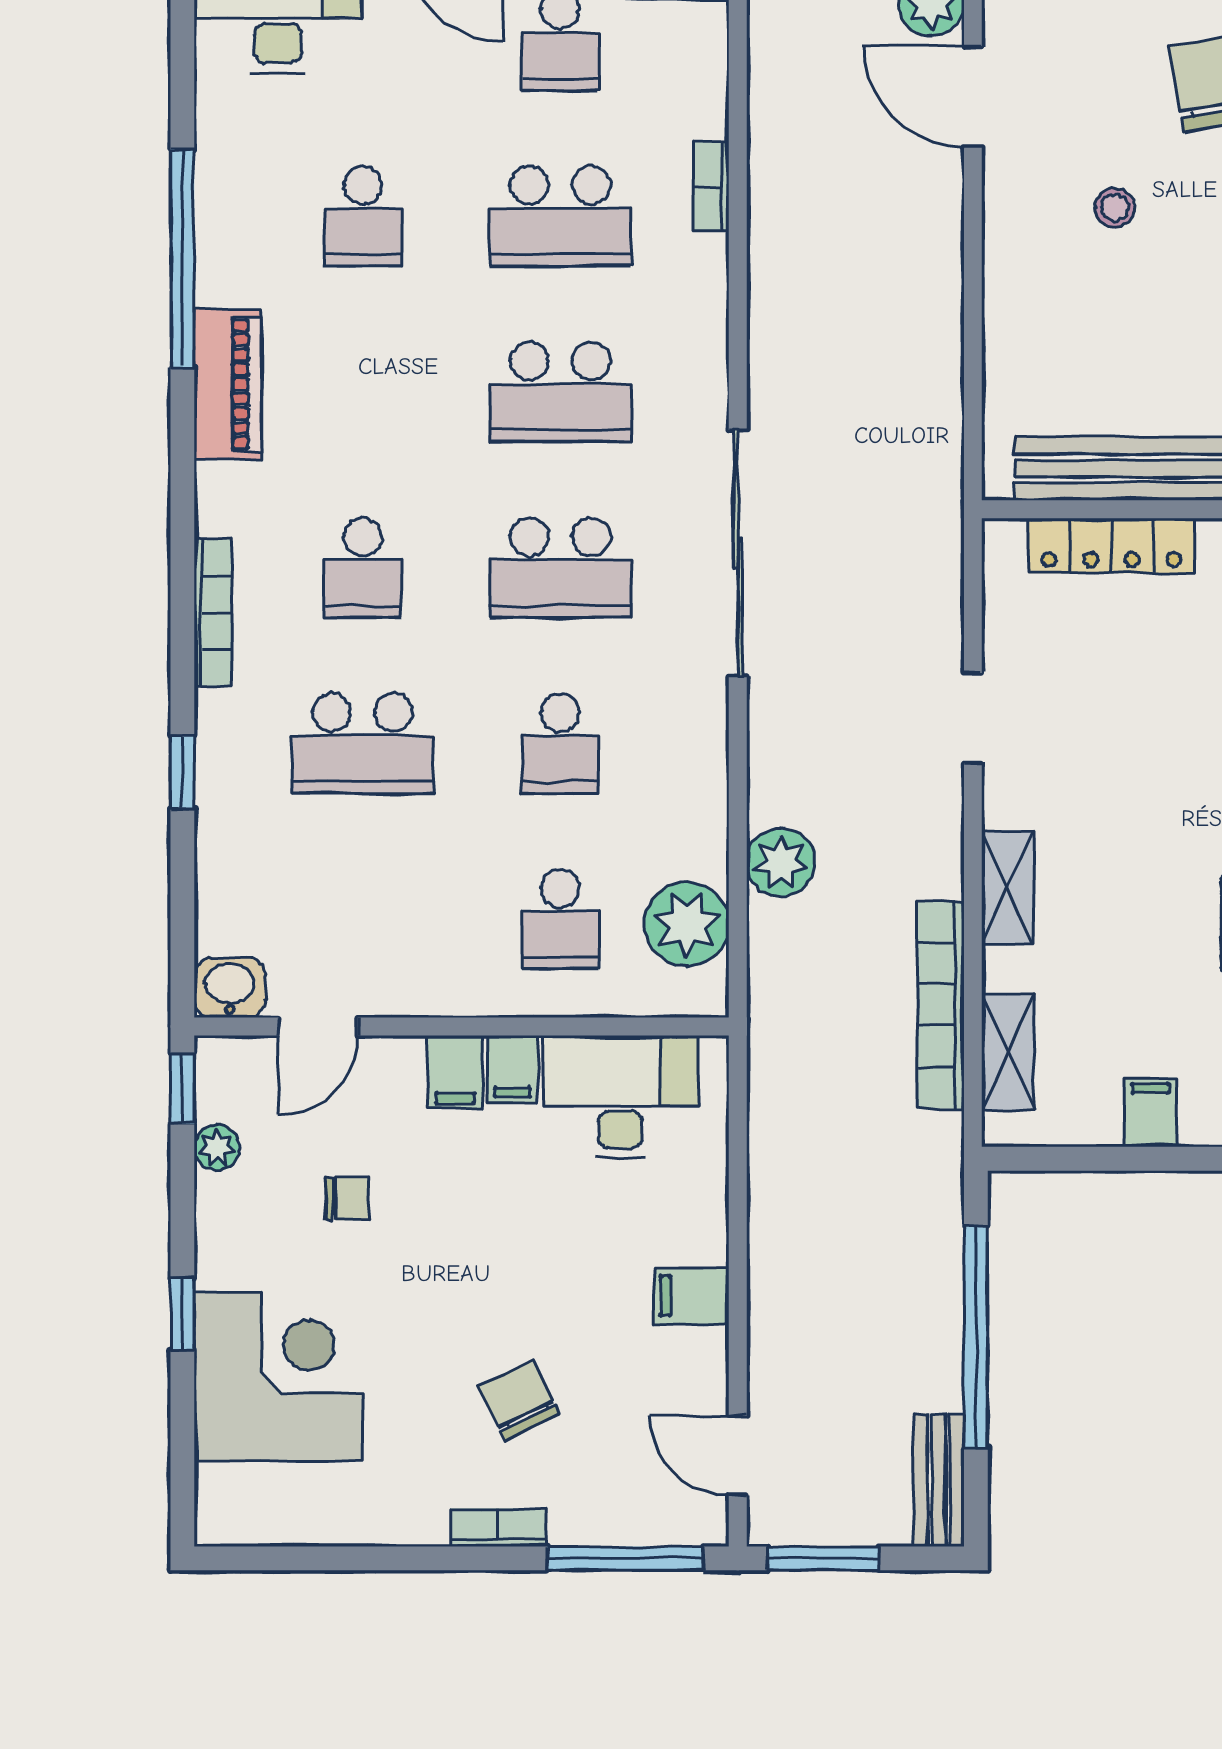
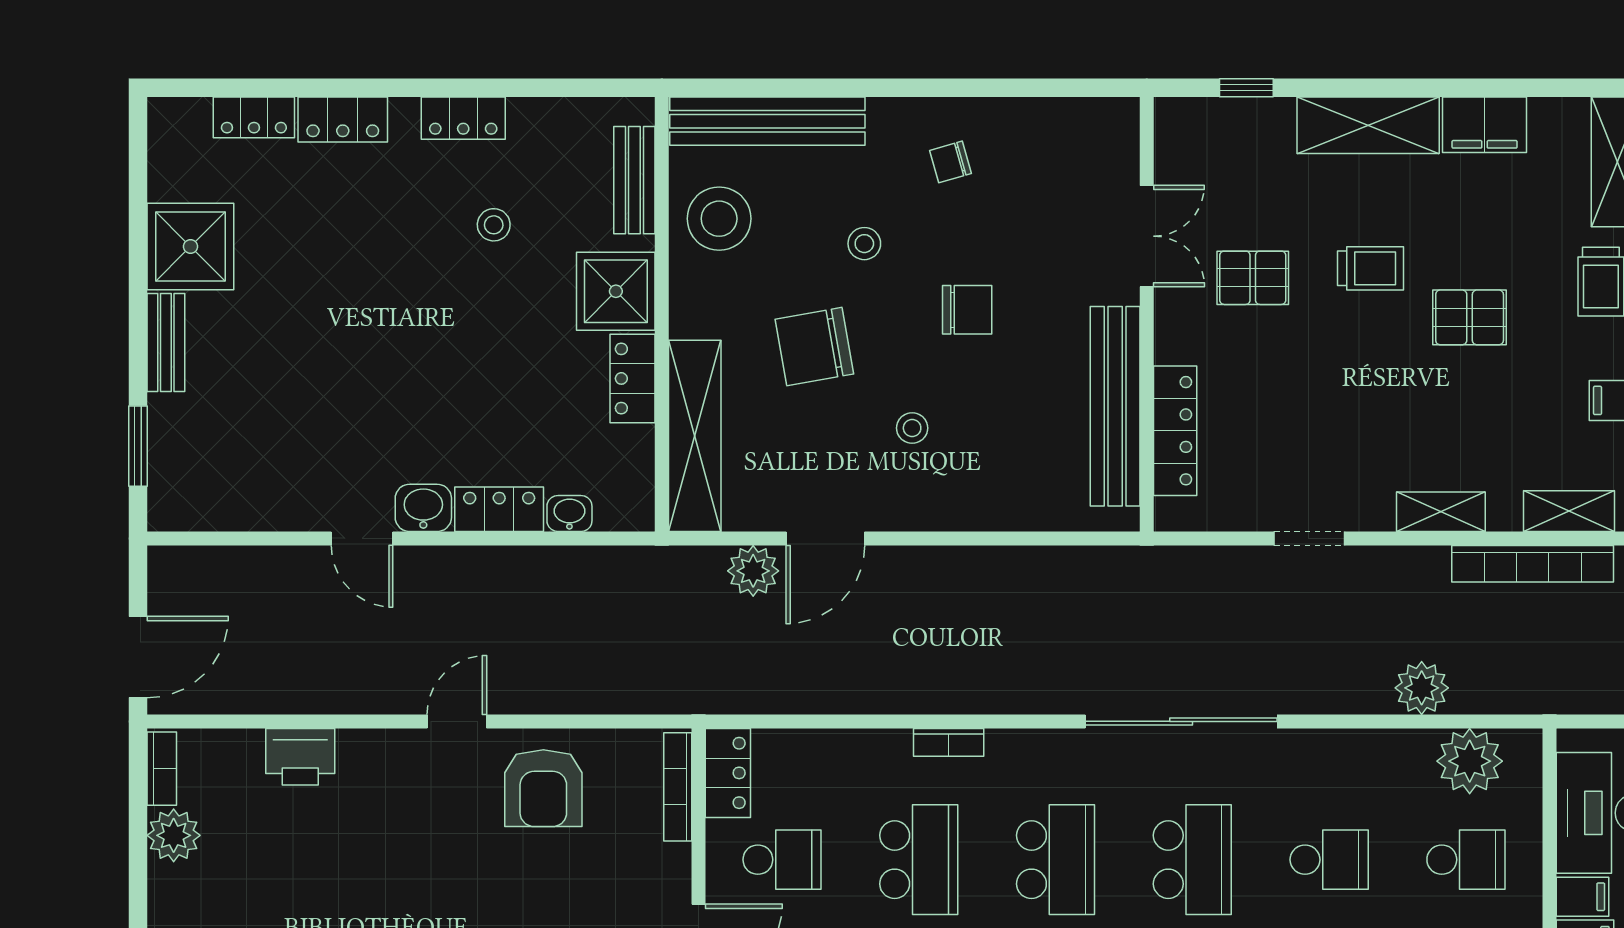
bookcase: (711, 187) -> (949, 742), moved

